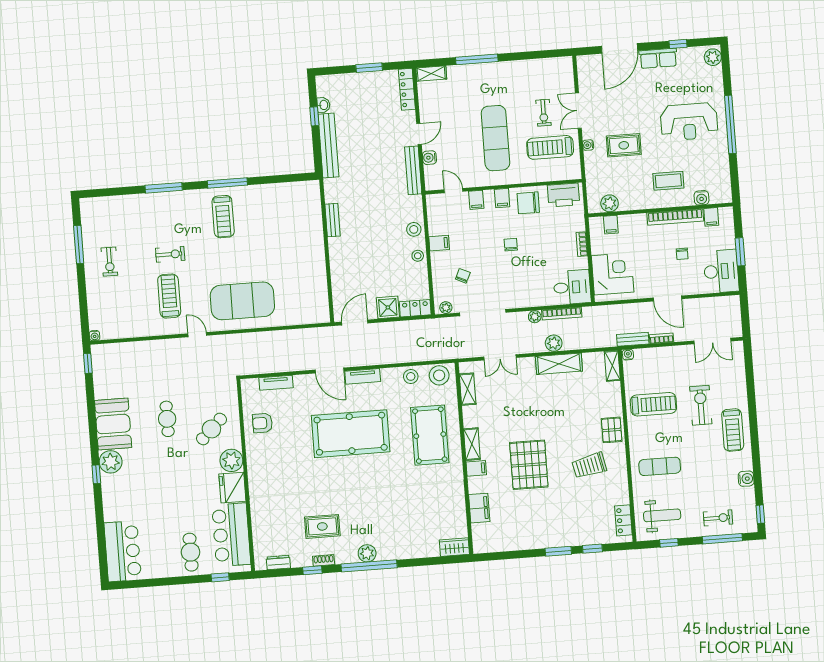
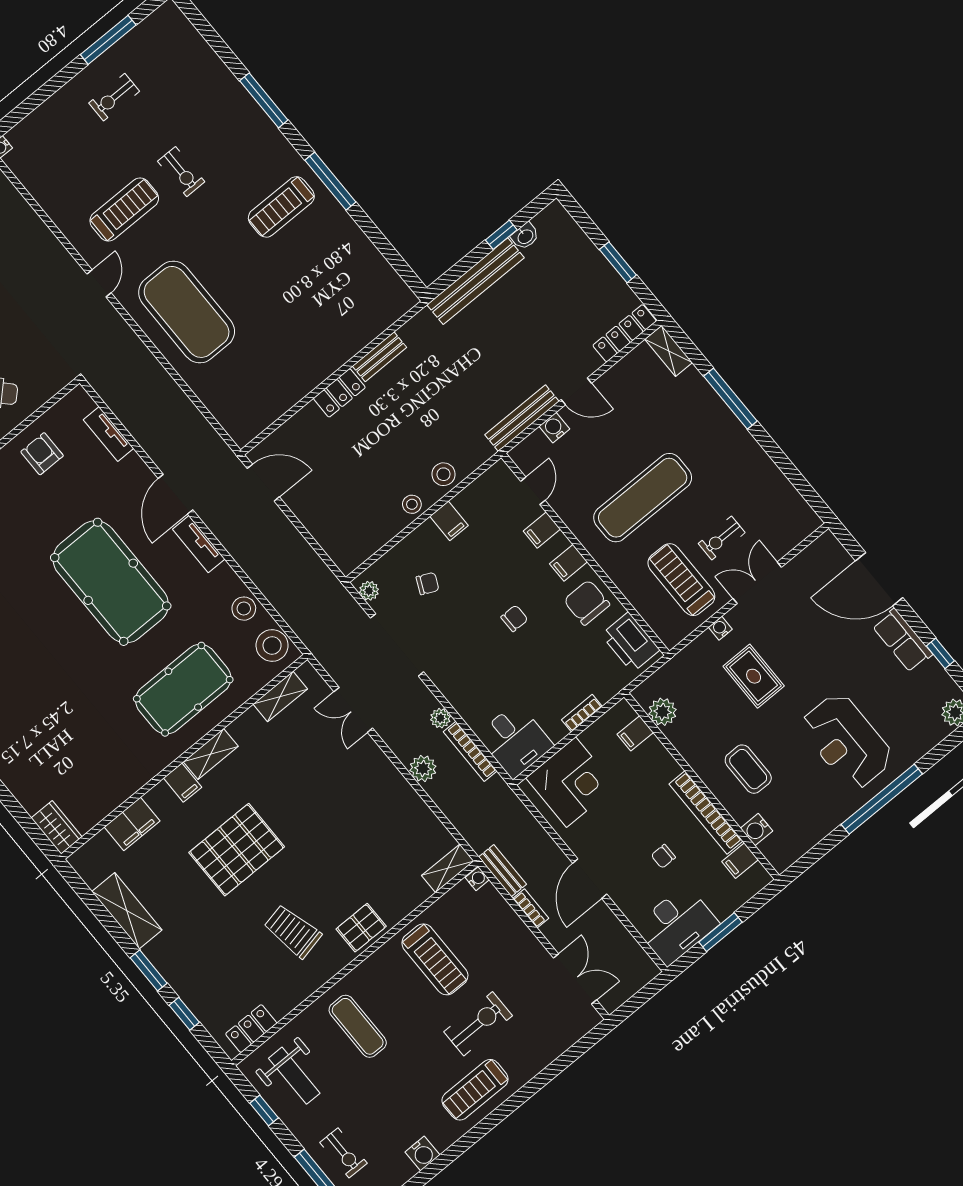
shower: (388, 307) -> (315, 513), removed
locker: (415, 308) -> (339, 393), moved, turned 90
double door: (712, 341) -> (575, 979), swing flipped
shelving: (559, 364) -> (127, 911), moved

